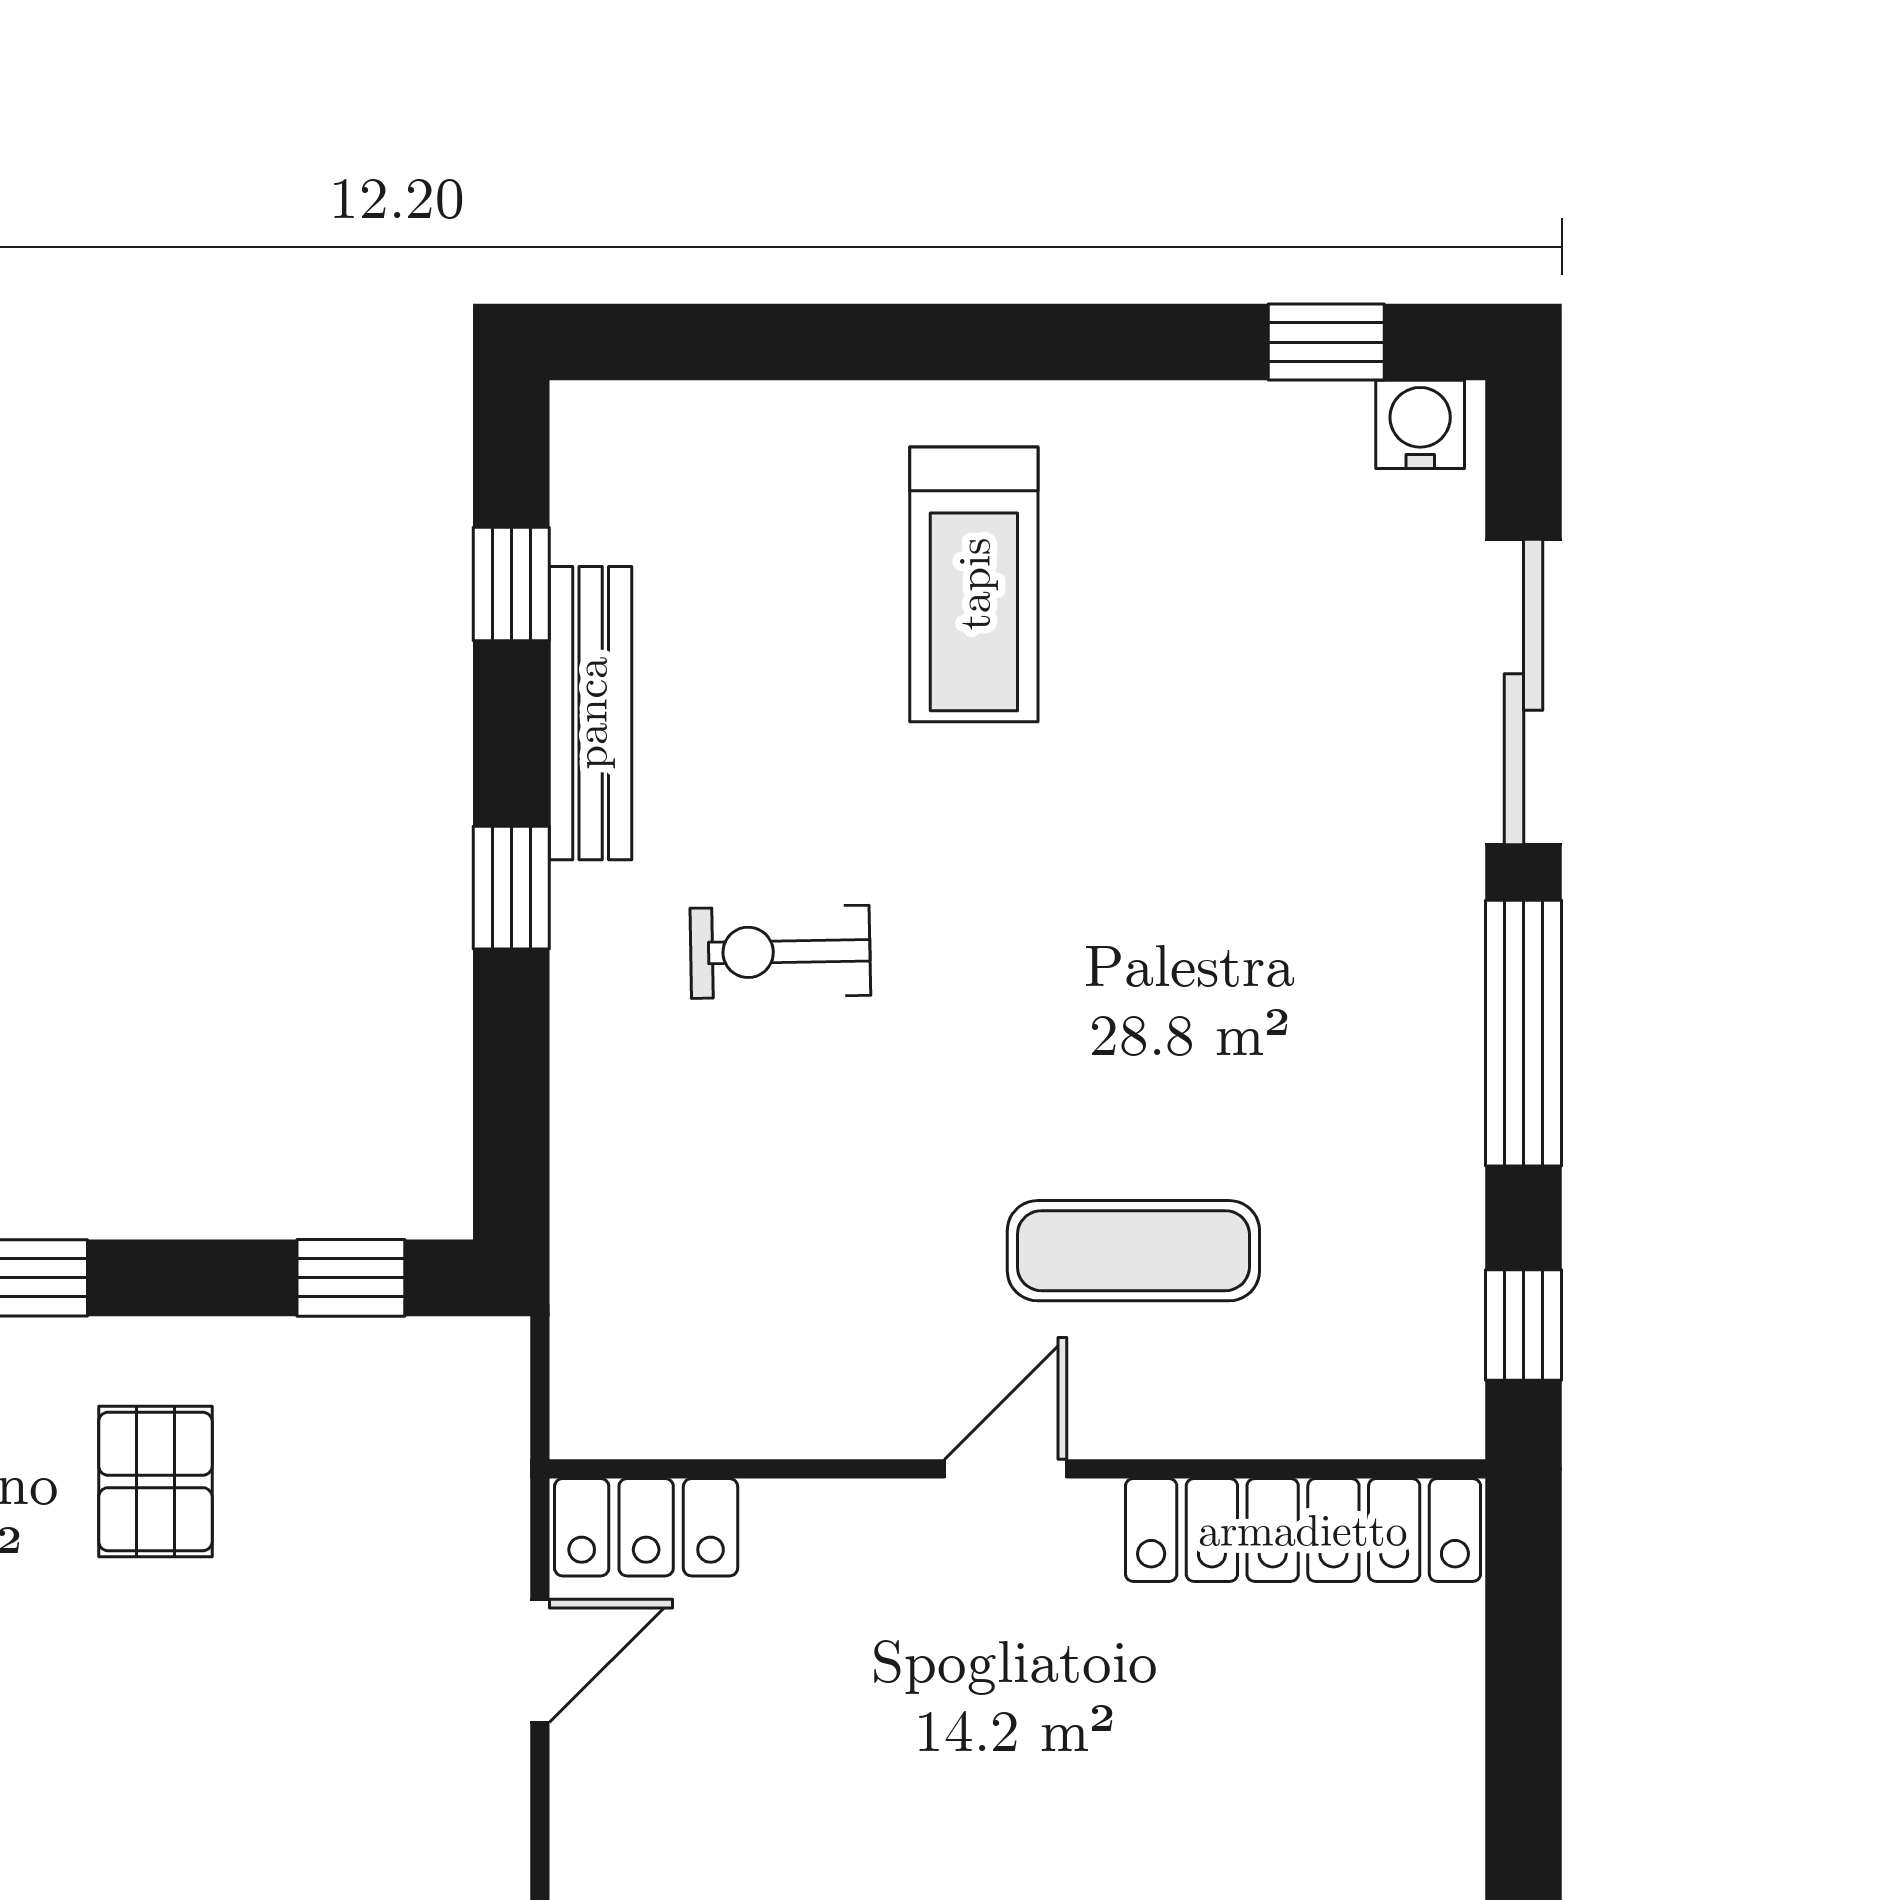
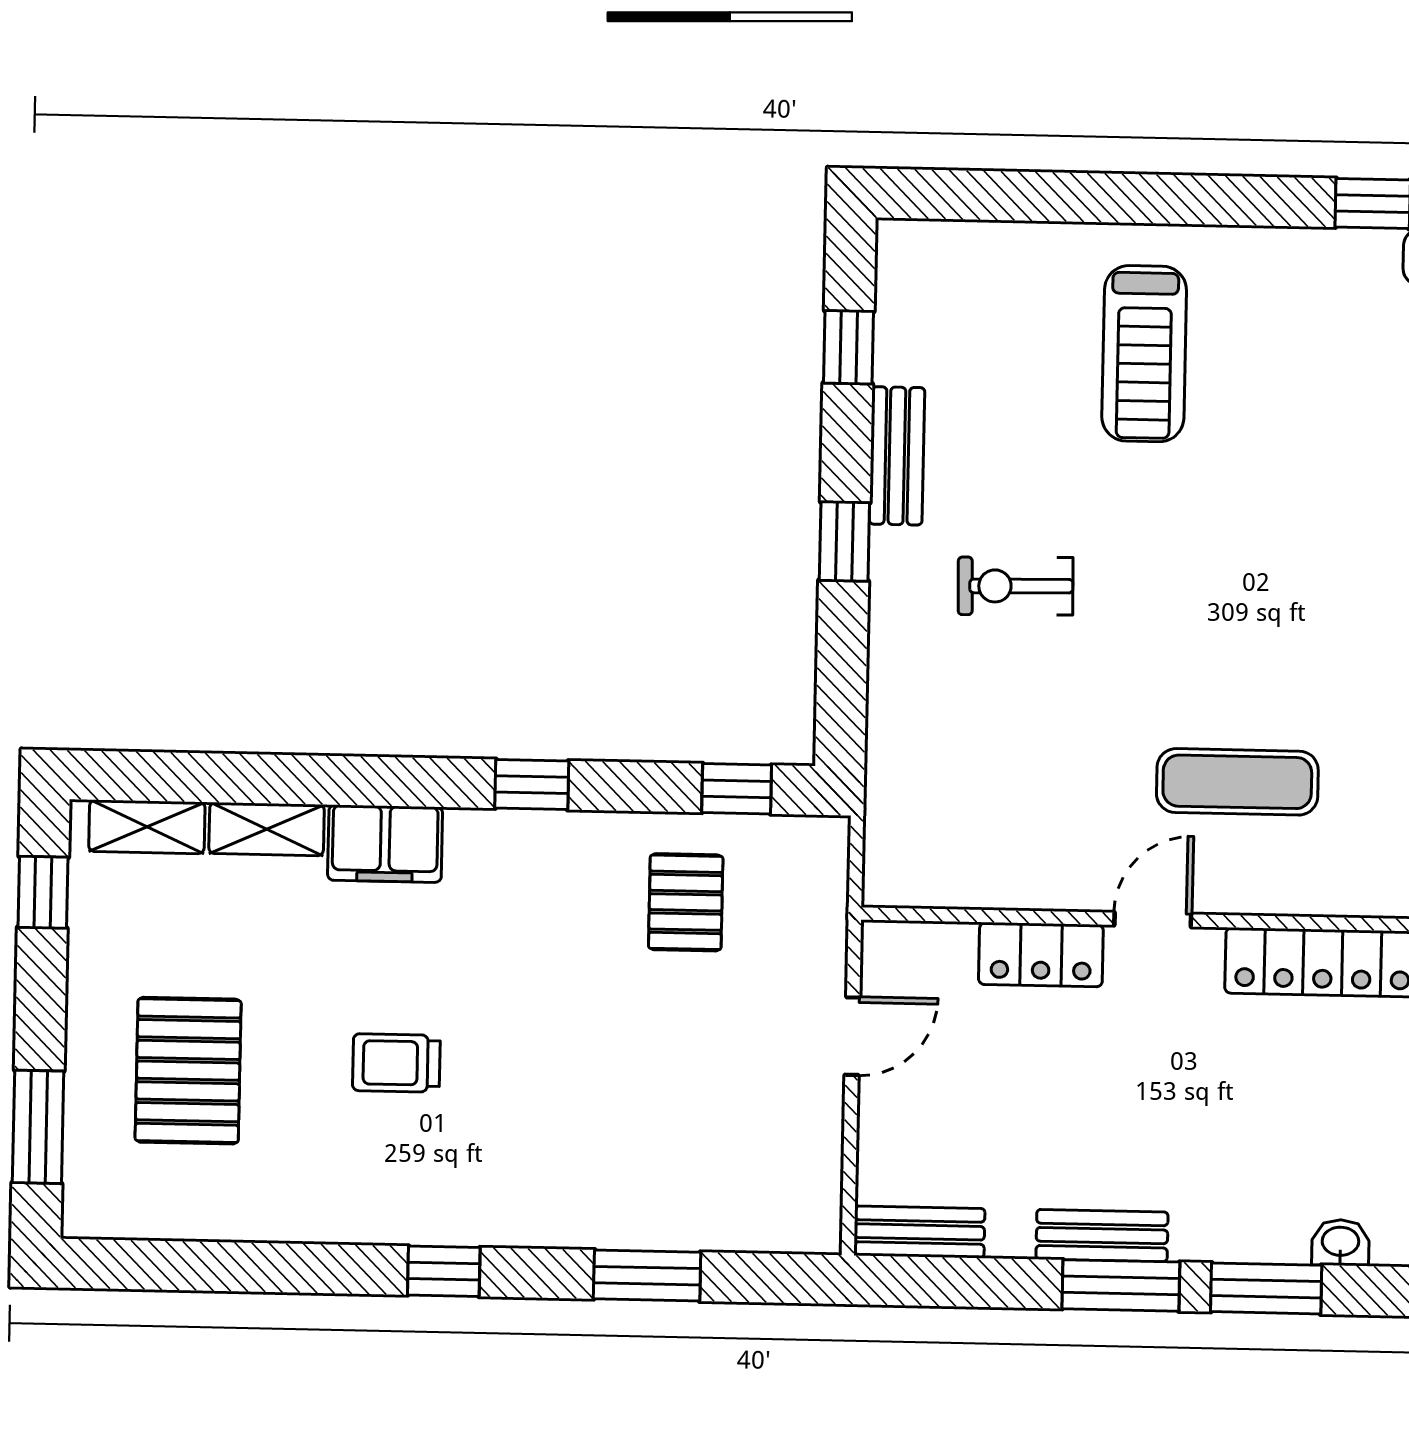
bench: (591, 713) -> (897, 456), width x0.73
pallet: (155, 1481) -> (686, 902), moved
locker: (646, 1527) -> (1041, 955), moved

